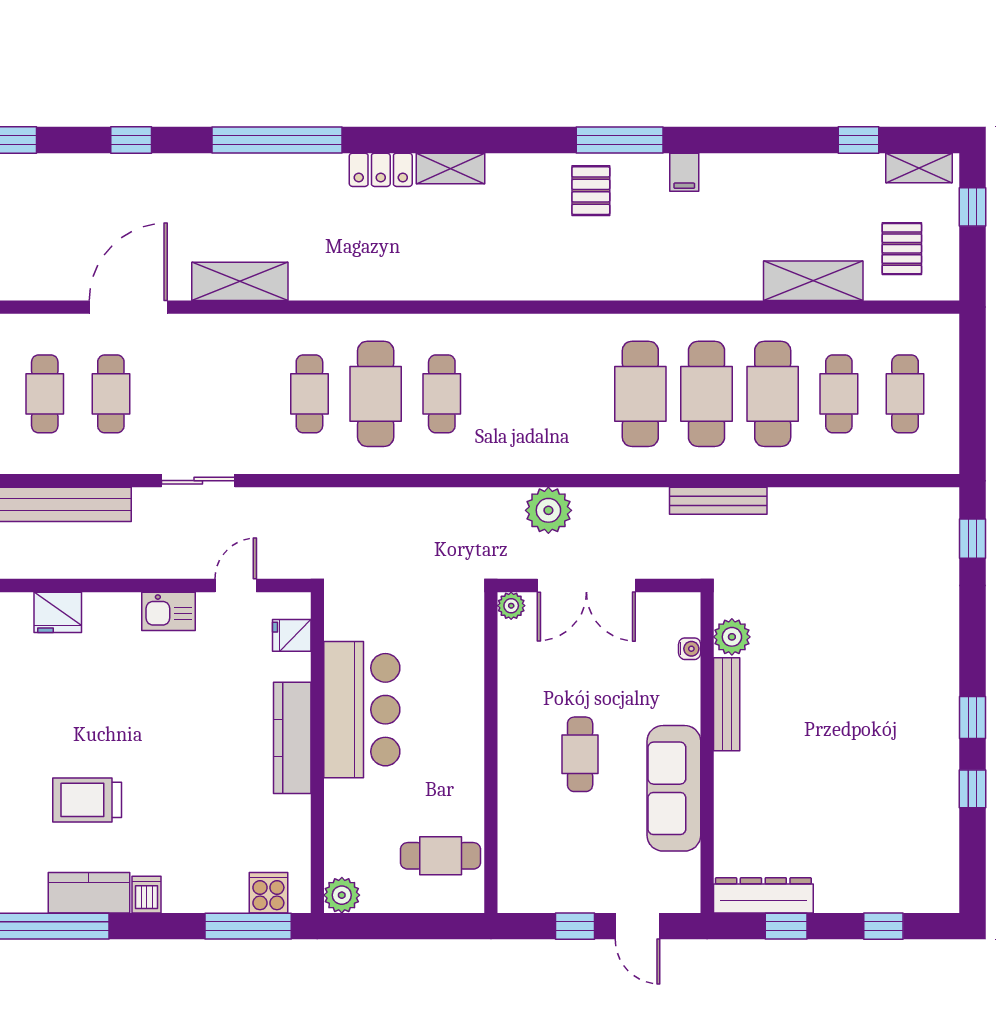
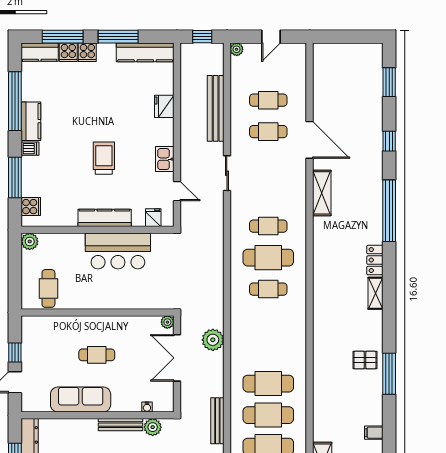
filing cabinet: (684, 172) -> (374, 433), moved
trolley: (87, 800) -> (104, 158), moved
window: (248, 926) -> (15, 177), moved

